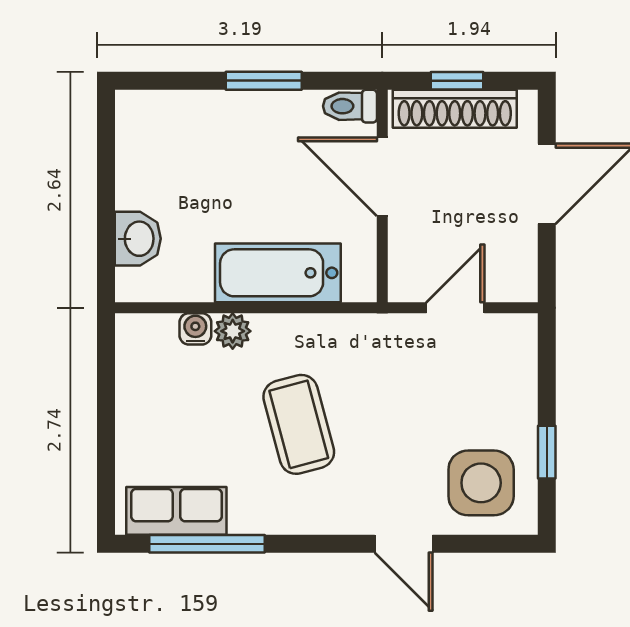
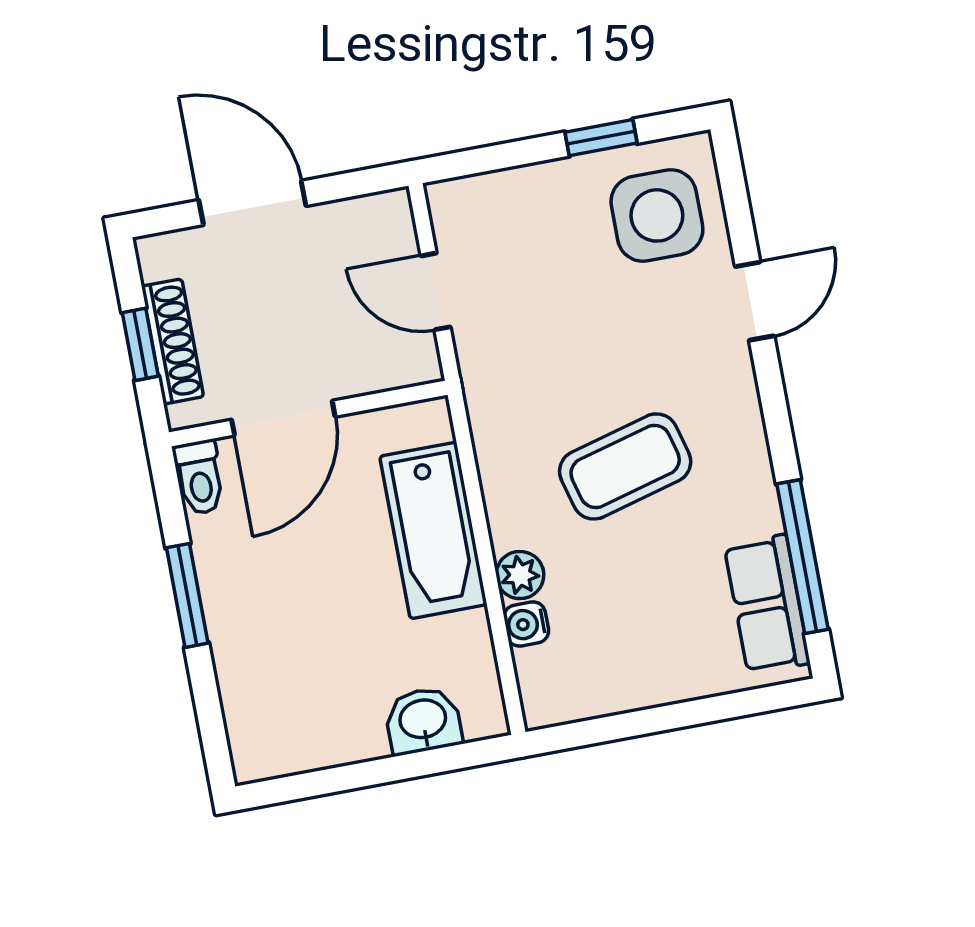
shoe rack: (455, 109) -> (173, 341), width x0.74, depth x0.81

